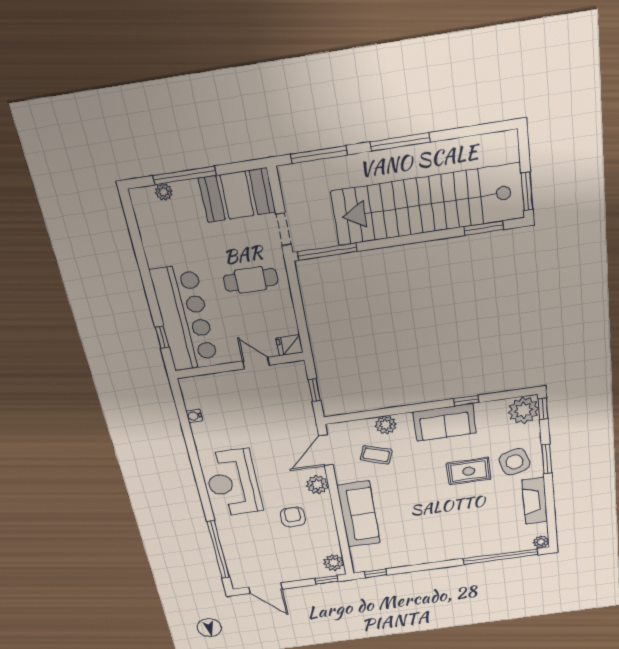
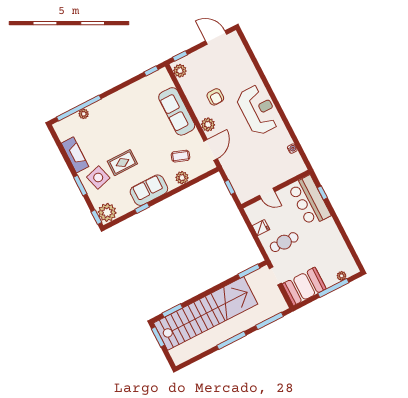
window: (327, 252) -> (249, 271), width x0.69
bar counter: (185, 318) -> (309, 201), width x0.73
fridge: (289, 345) -> (261, 228), moved
plant: (541, 542) -> (84, 114), moved
window: (218, 550) -> (253, 58), removed

